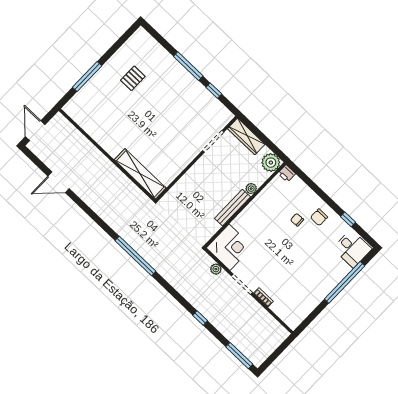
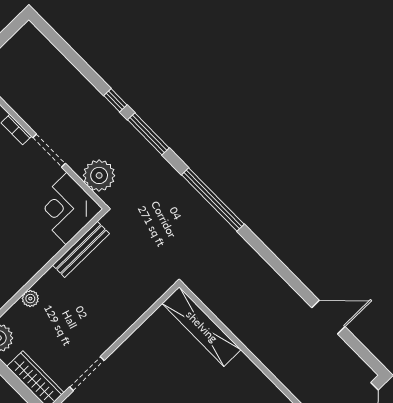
bench: (232, 208) -> (81, 249), moved
plant: (216, 269) -> (99, 175), width x1.87, depth x1.87
window: (239, 356) -> (148, 134), moved

